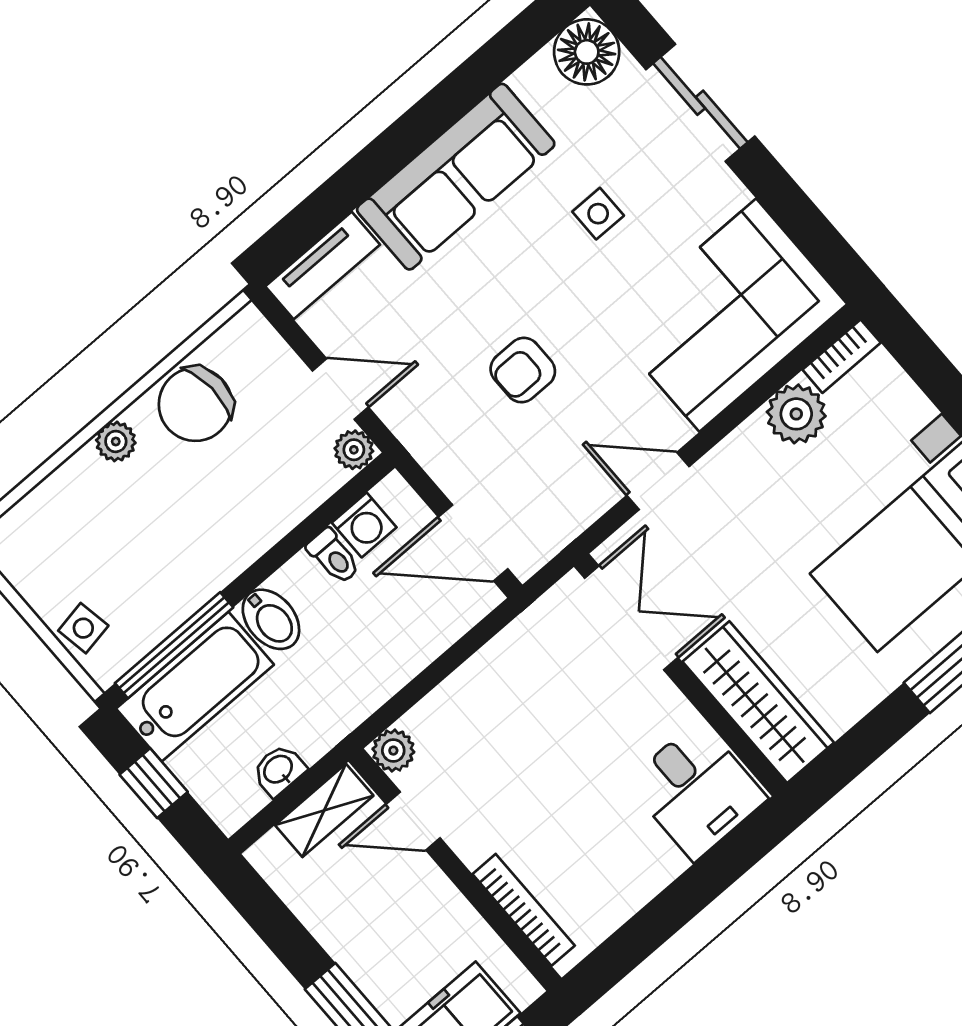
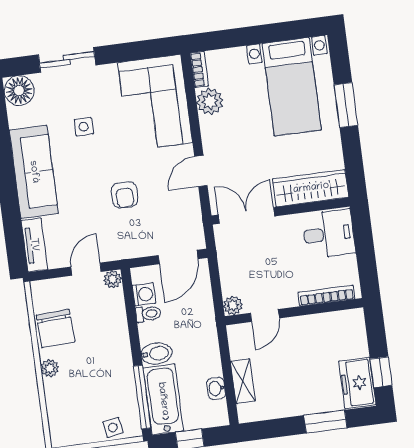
plant: (393, 751) -> (233, 305), moved
door: (413, 821) -> (265, 316), moved
wall: (455, 870) -> (294, 312), moved
bookcase: (524, 910) -> (326, 296), moved

